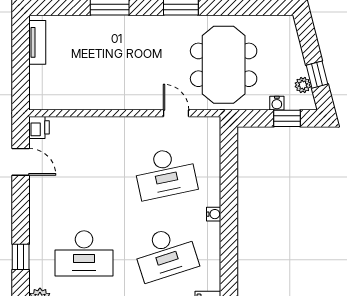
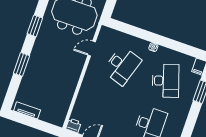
desk: (165, 173) -> (122, 66), turned 30

